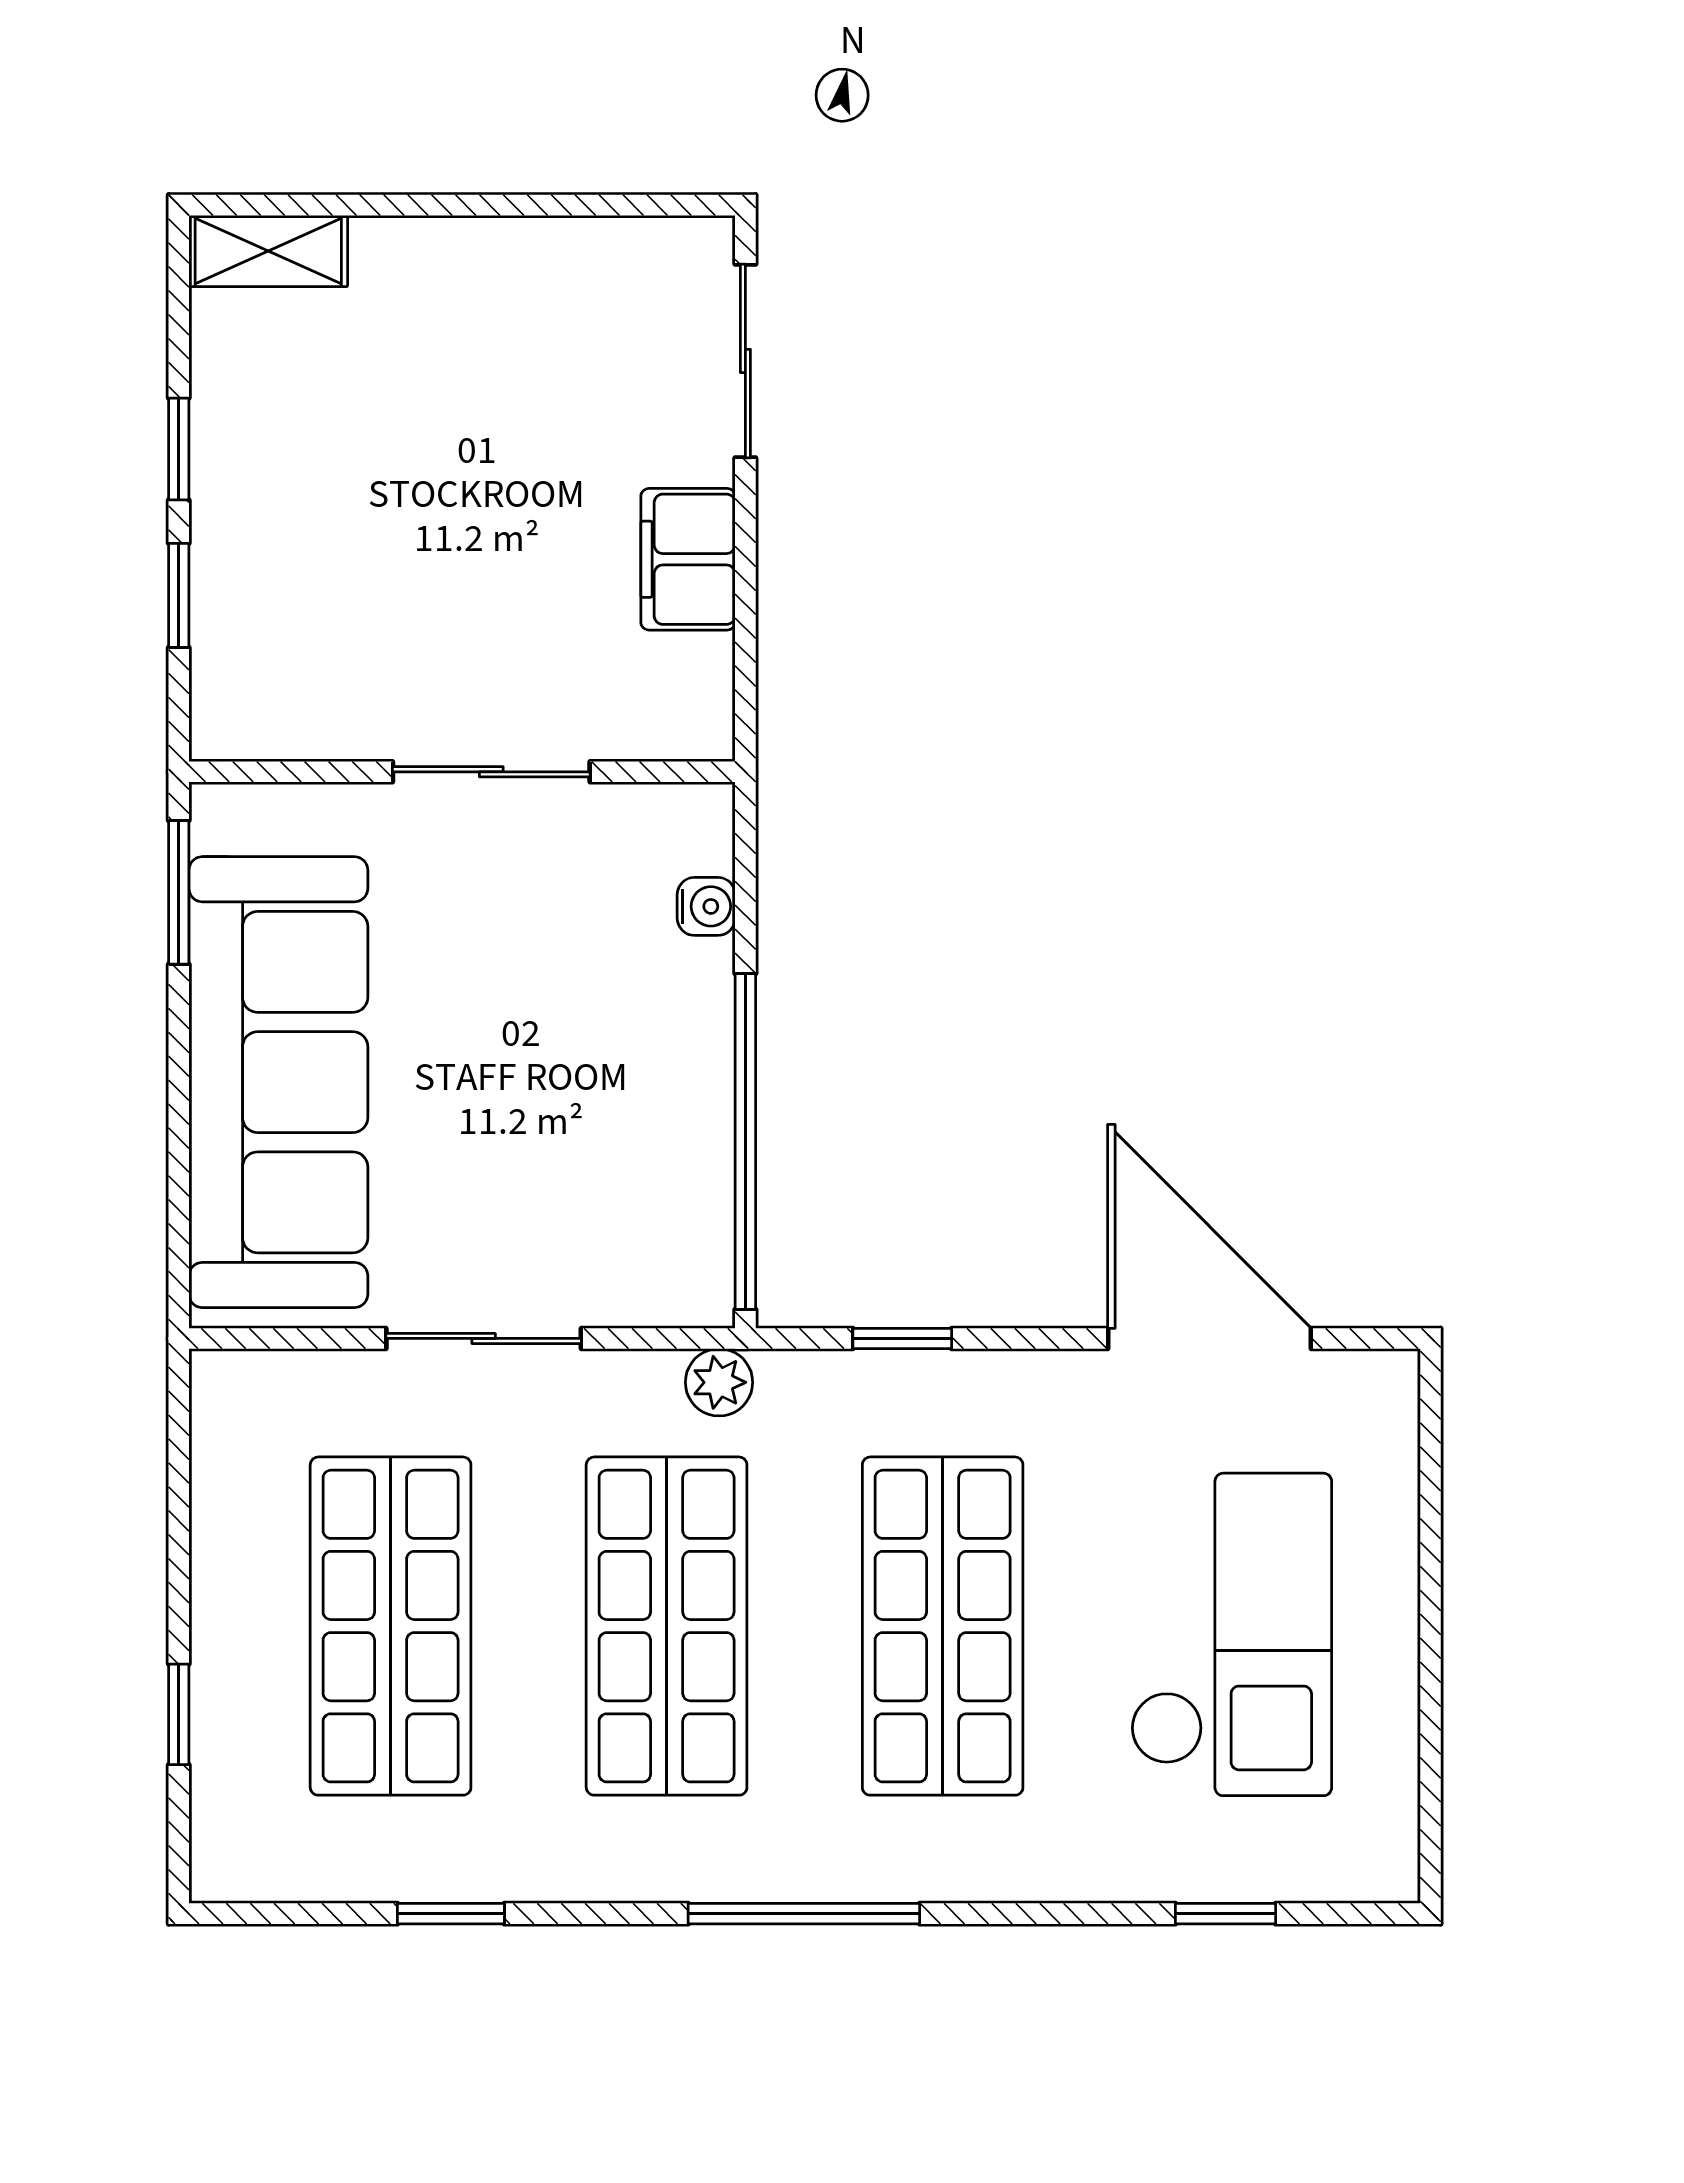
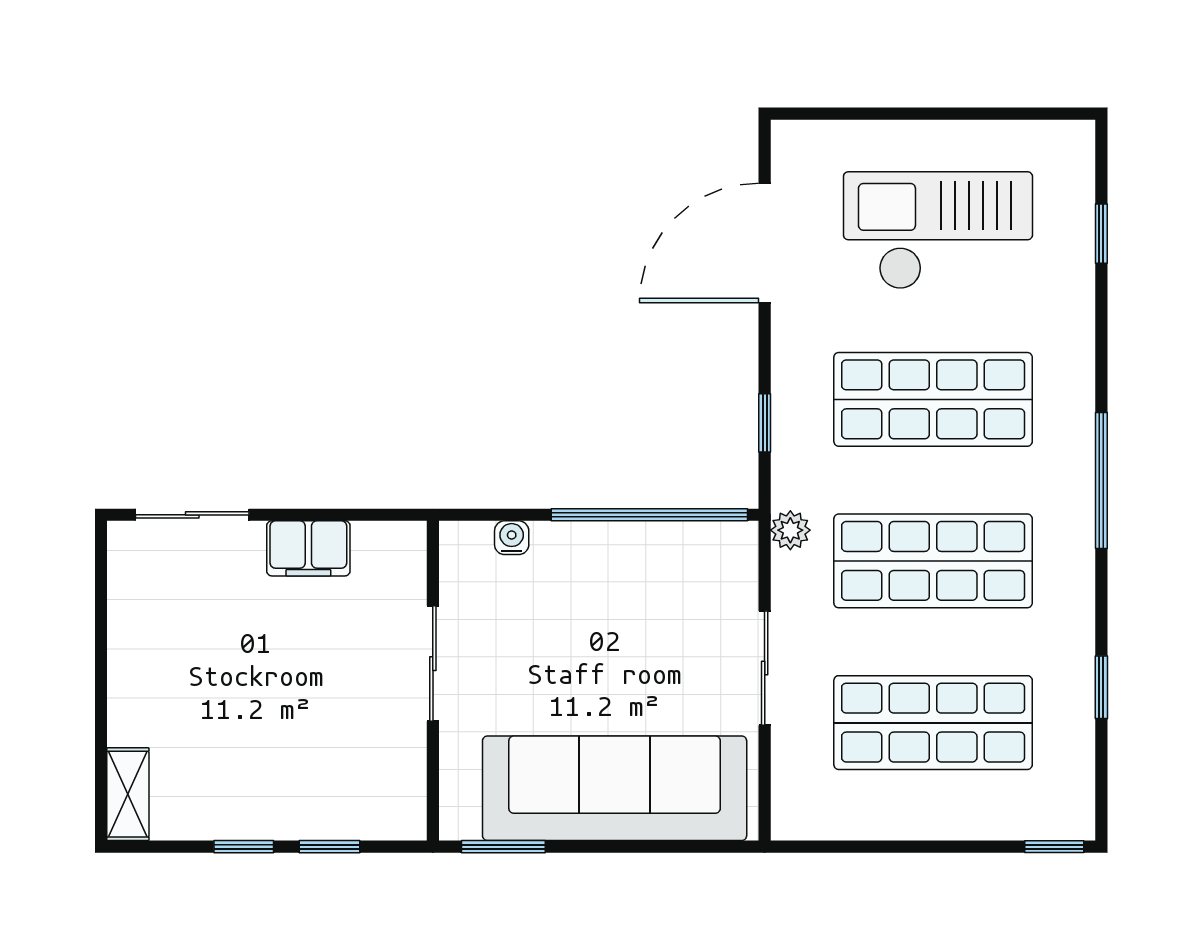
window: (179, 1714) -> (1054, 847), moved

